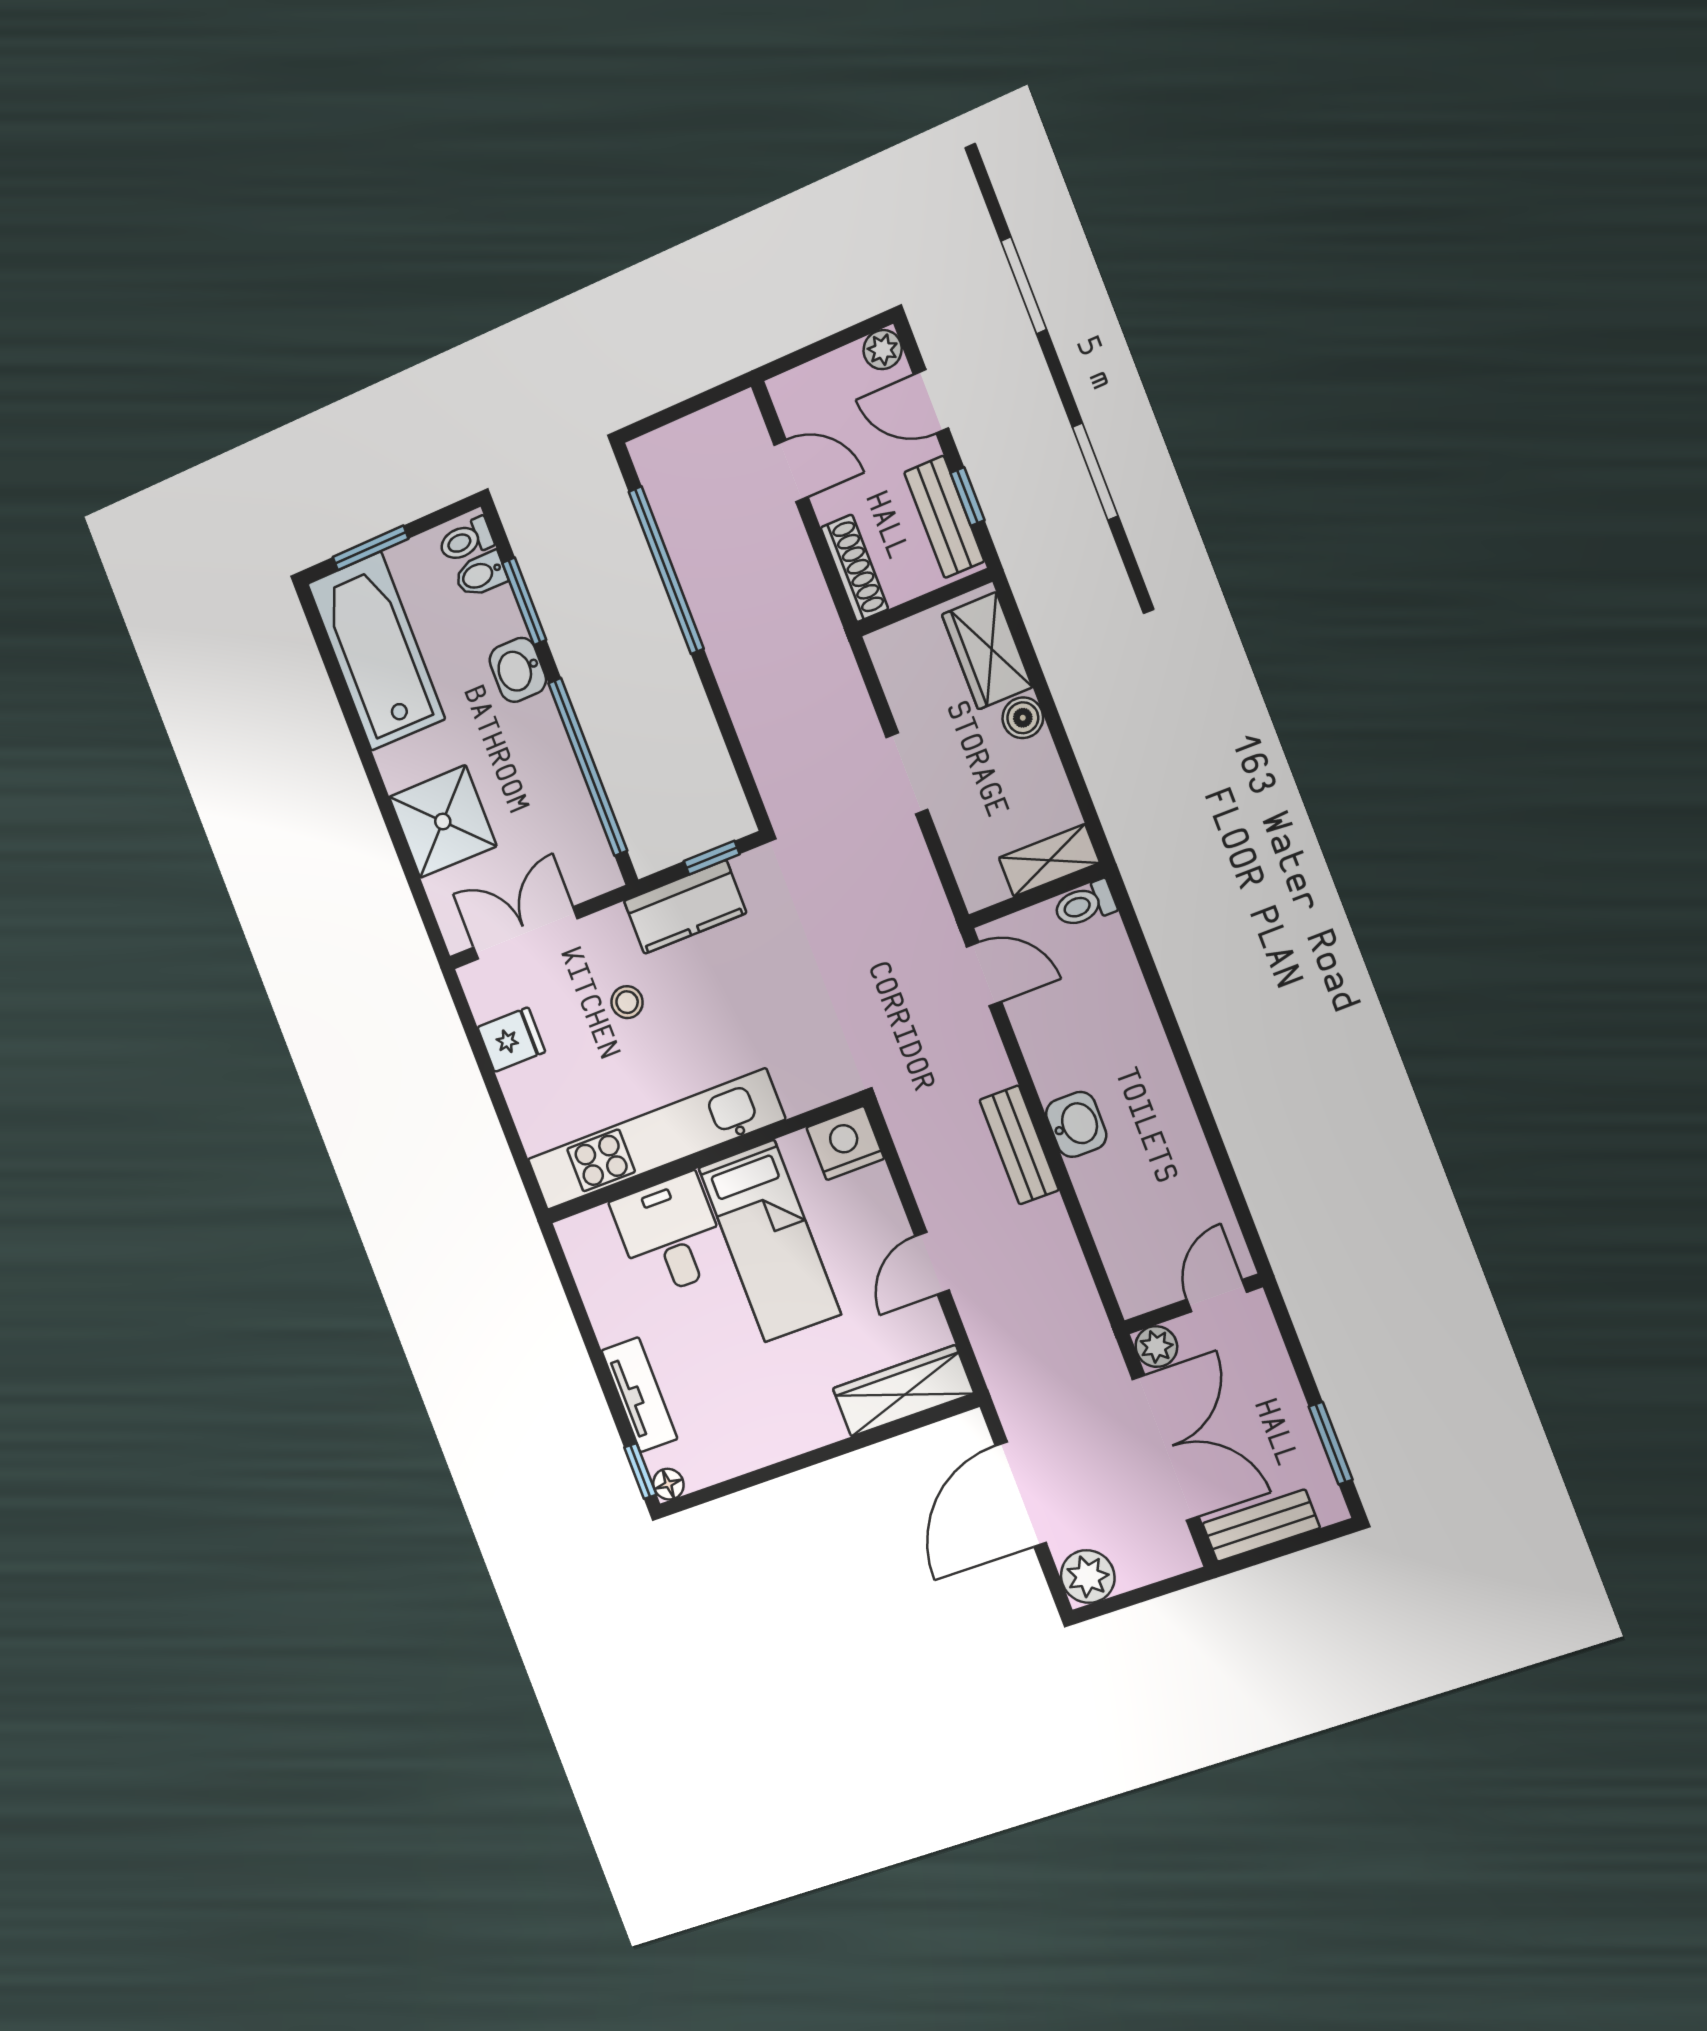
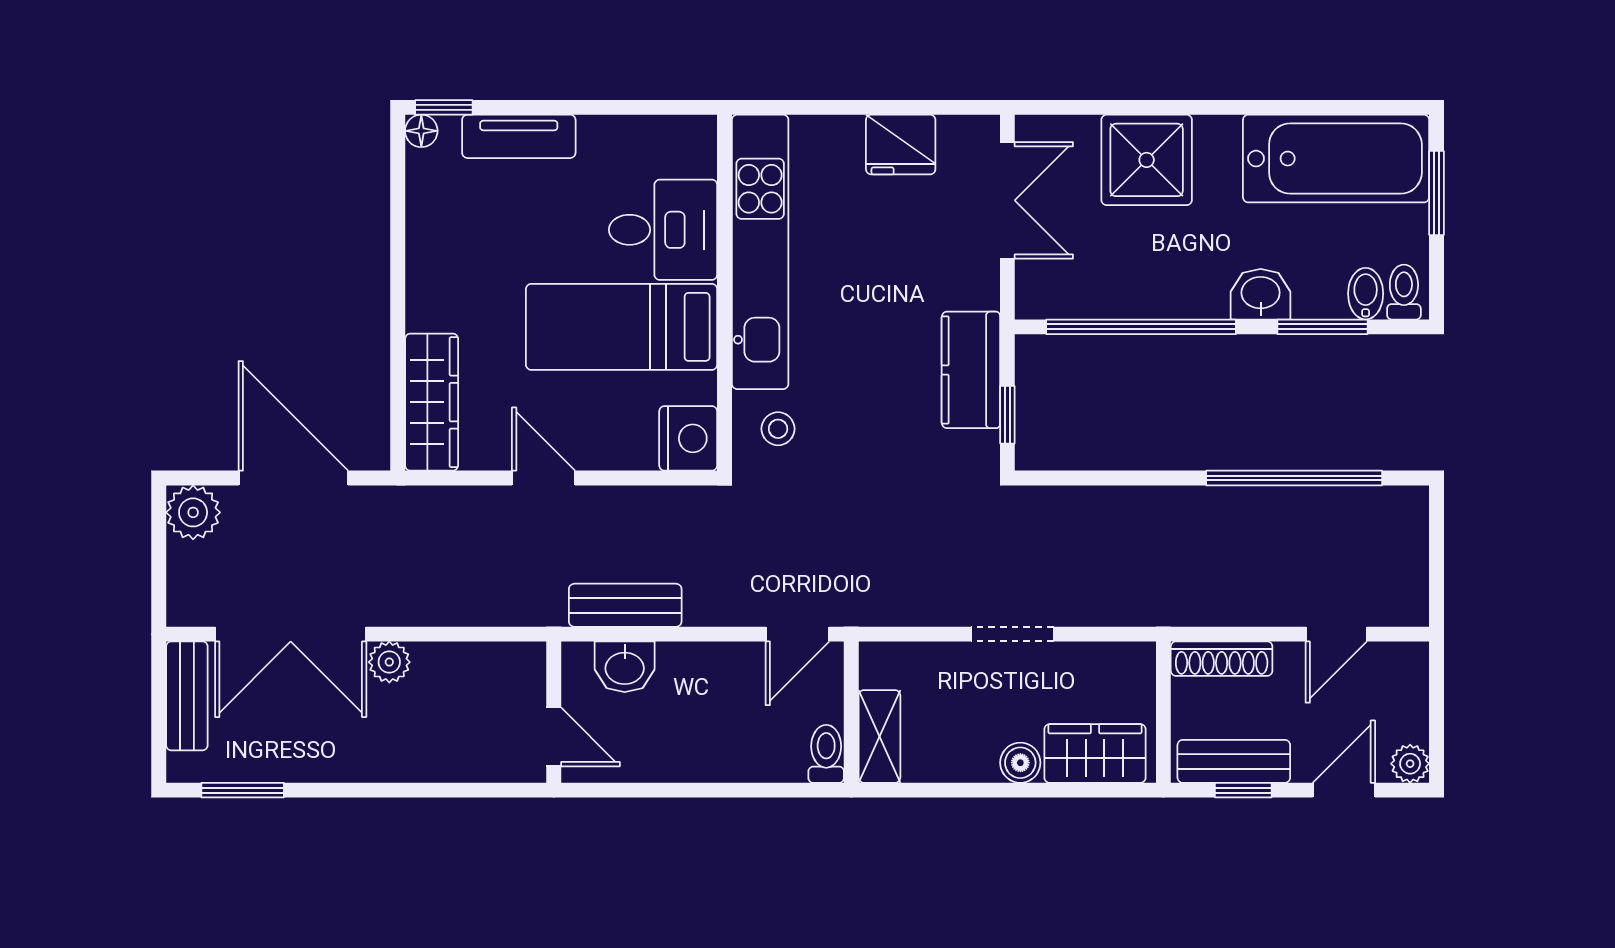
stool: (627, 1002) -> (778, 429), moved
fridge: (511, 1040) -> (901, 145), width x1.38
door: (1217, 1296) -> (554, 737), moved
wall: (1193, 1304) -> (554, 712), moved

